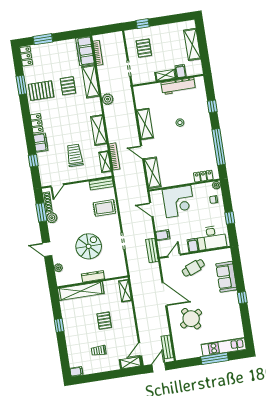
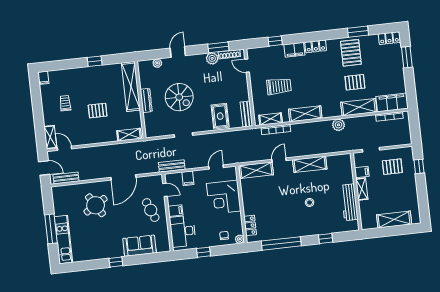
filing cabinet: (181, 71) -> (362, 172), moved

